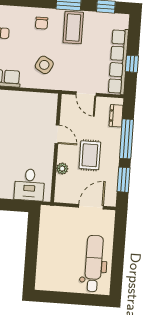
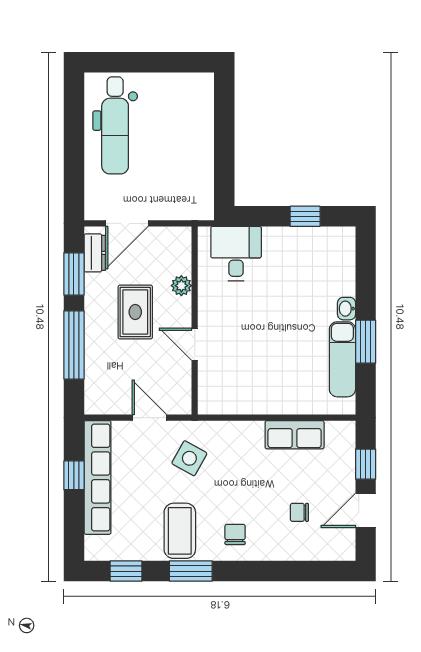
side table: (44, 65) -> (189, 458), moved
dresser: (116, 116) -> (95, 253), moved

